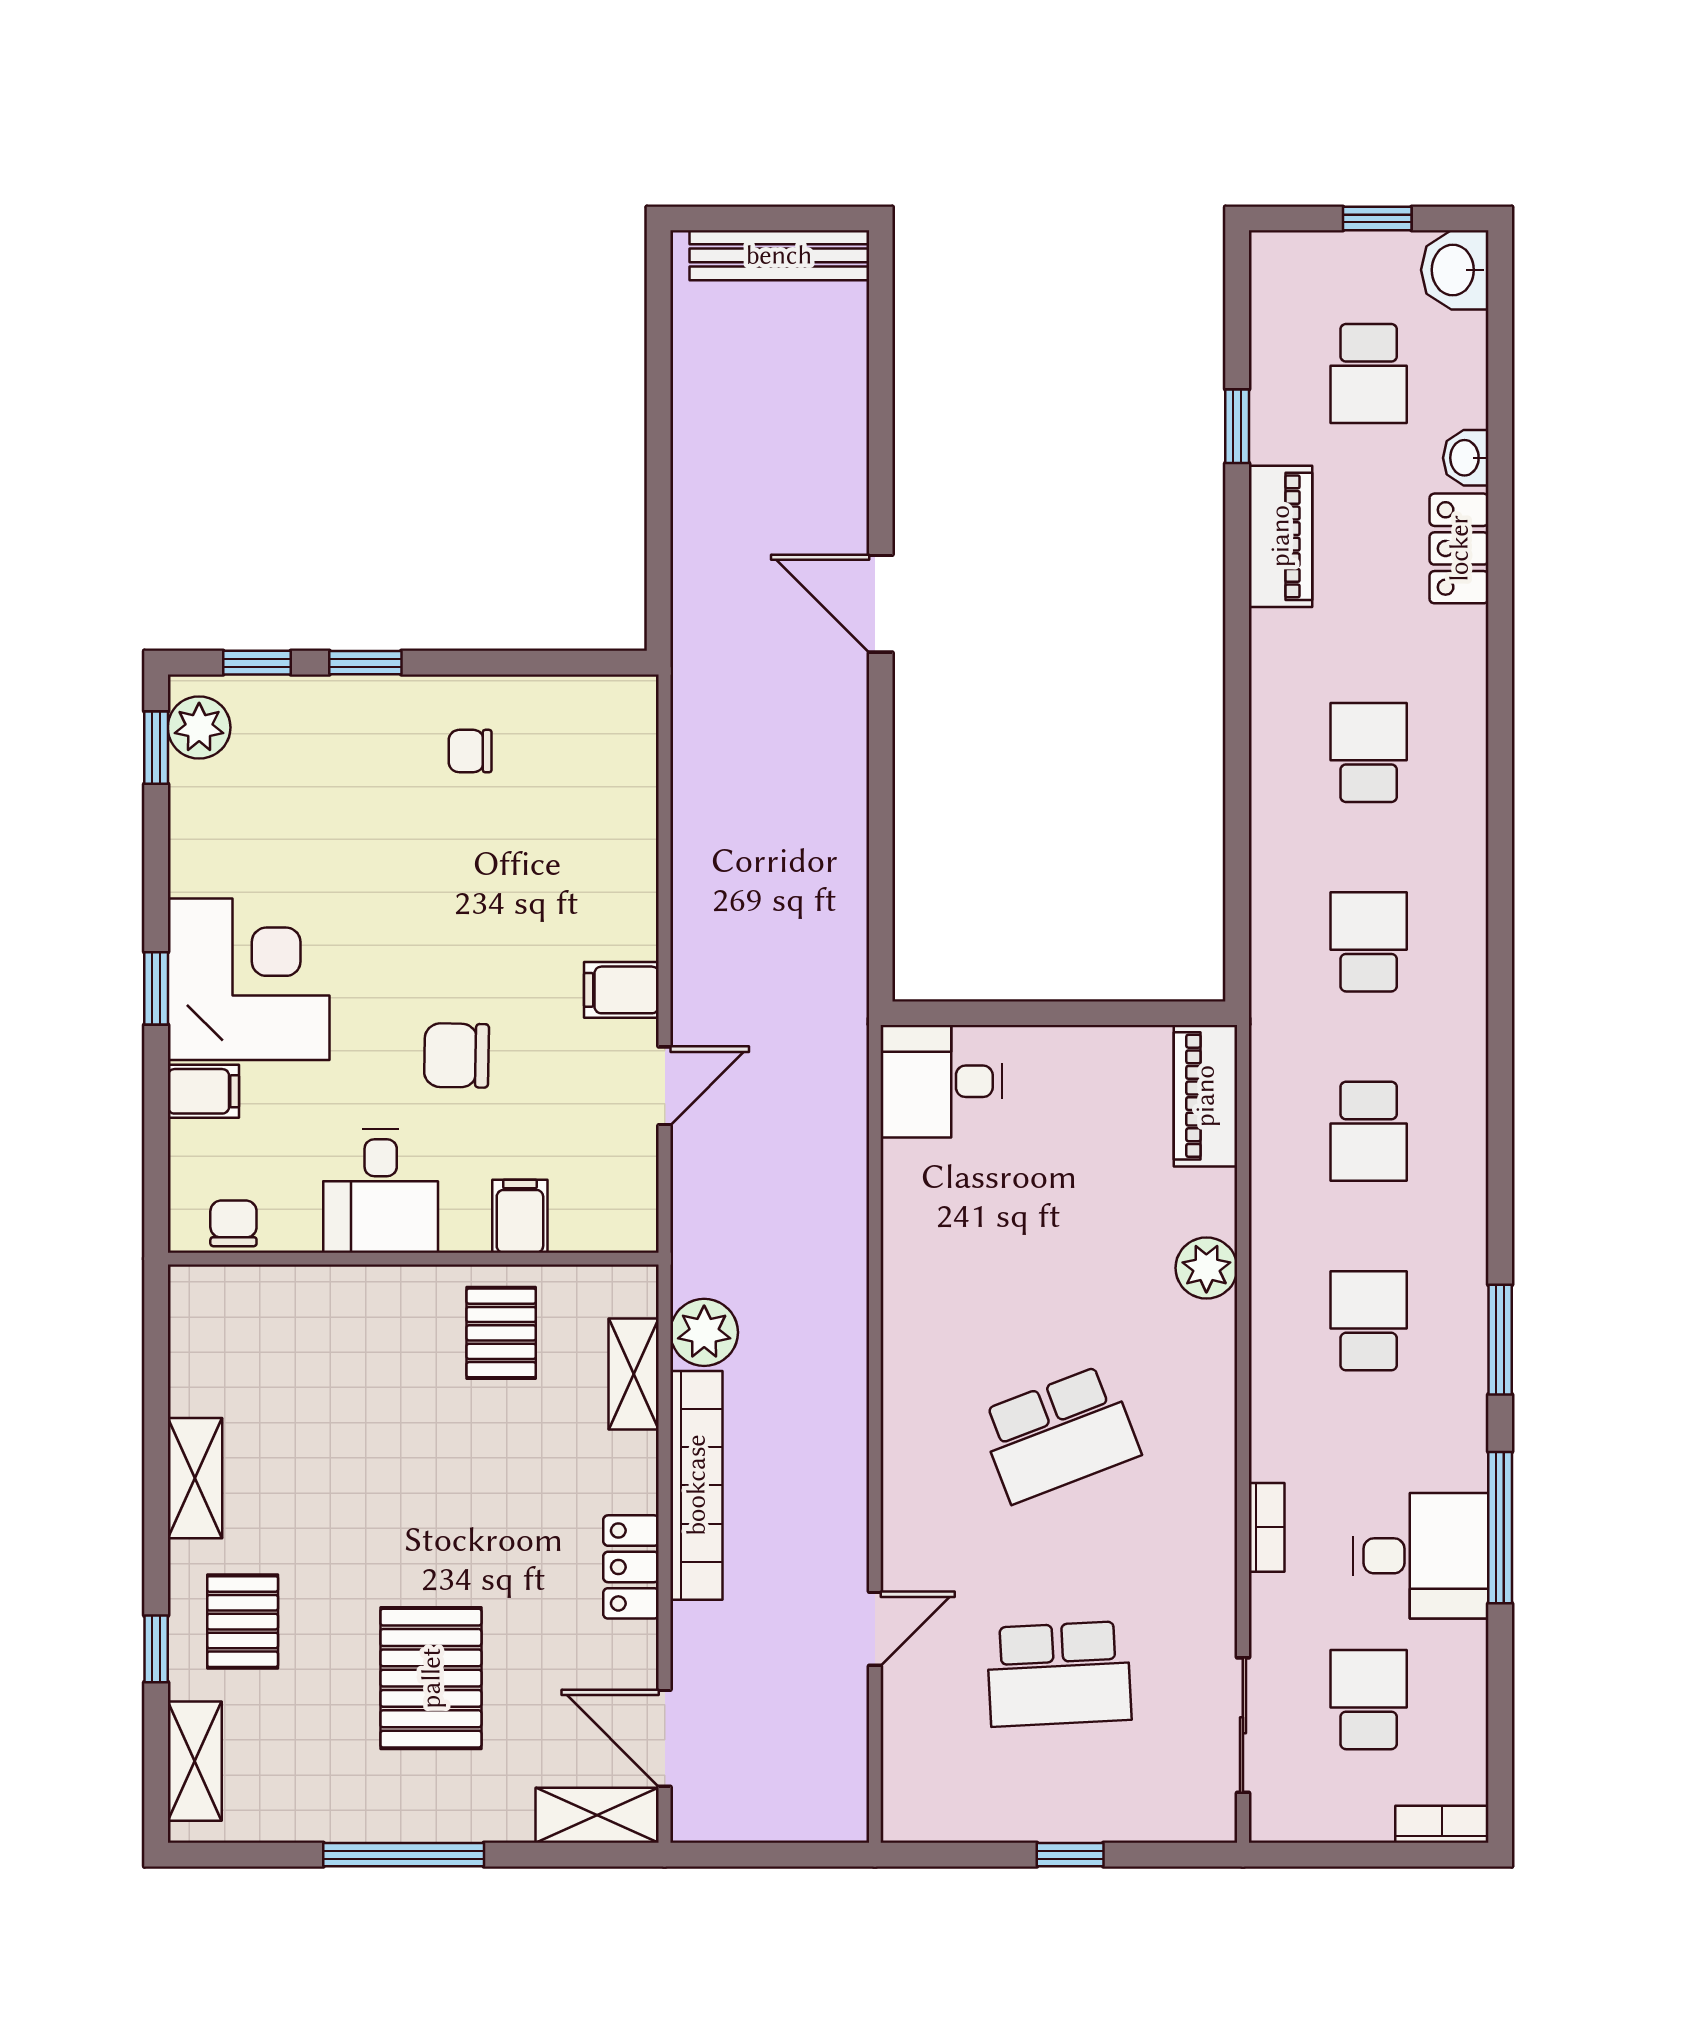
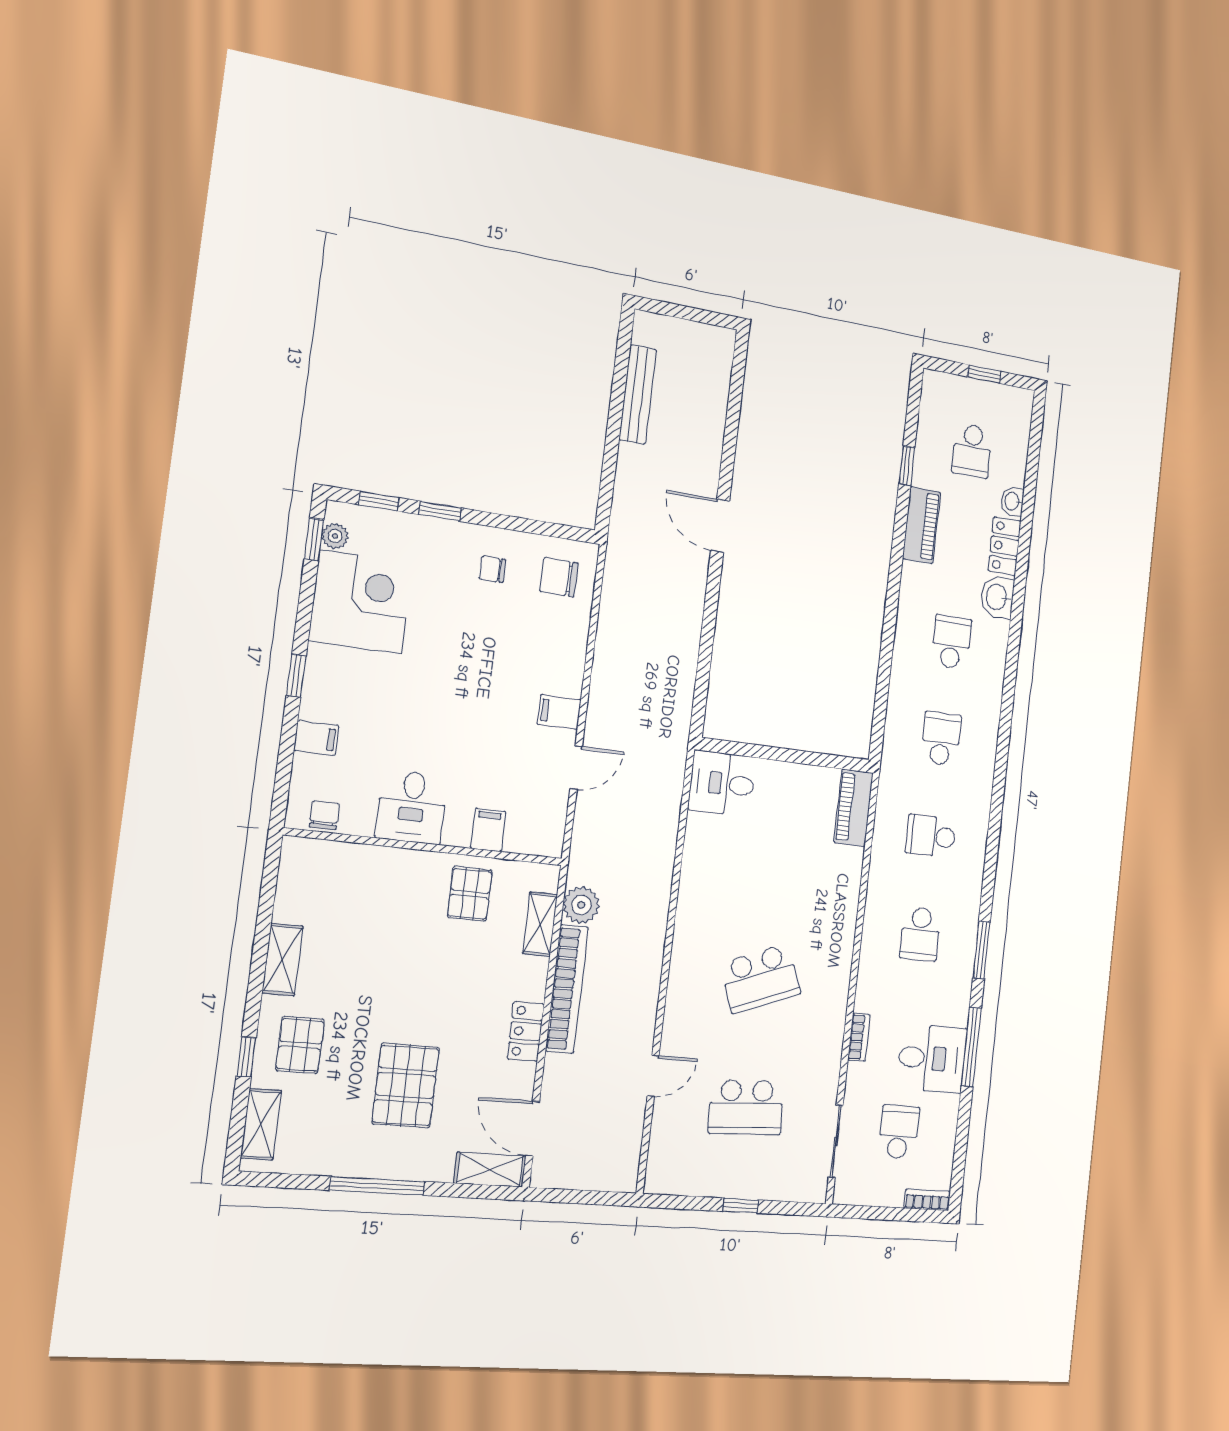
bench: (779, 255) -> (638, 395), moved, turned 90
washbasin: (1455, 270) -> (997, 597), moved
plant: (199, 727) -> (335, 536), width x0.73, depth x0.73
corner desk: (249, 979) -> (361, 602), moved
chair: (456, 1055) -> (559, 577), moved
school desk: (1369, 1131) -> (931, 836), turned 90
plant: (1206, 1268) -> (844, 898), removed
school desk: (1369, 1321) -> (920, 934), turned 180

